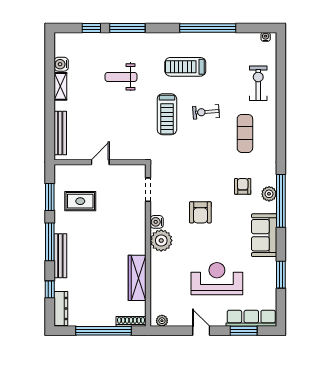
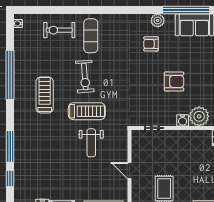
treadmill: (185, 67) -> (45, 95), turned 180
weight bench: (121, 77) -> (91, 143), moved
exercise bike: (206, 112) -> (85, 77), width x1.38, depth x1.39
exercise mat: (245, 133) -> (91, 36), moved, turned 90
window: (281, 201) -> (186, 10), moved

